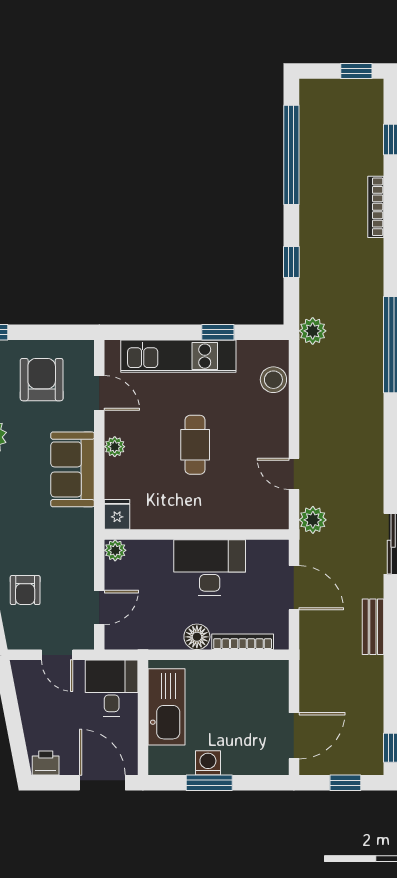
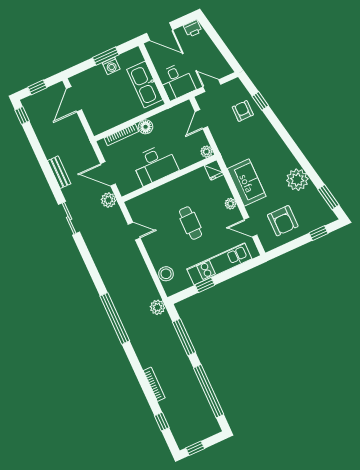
window: (291, 262) -> (184, 337), width x2.17
plant: (313, 520) -> (108, 200), moved

